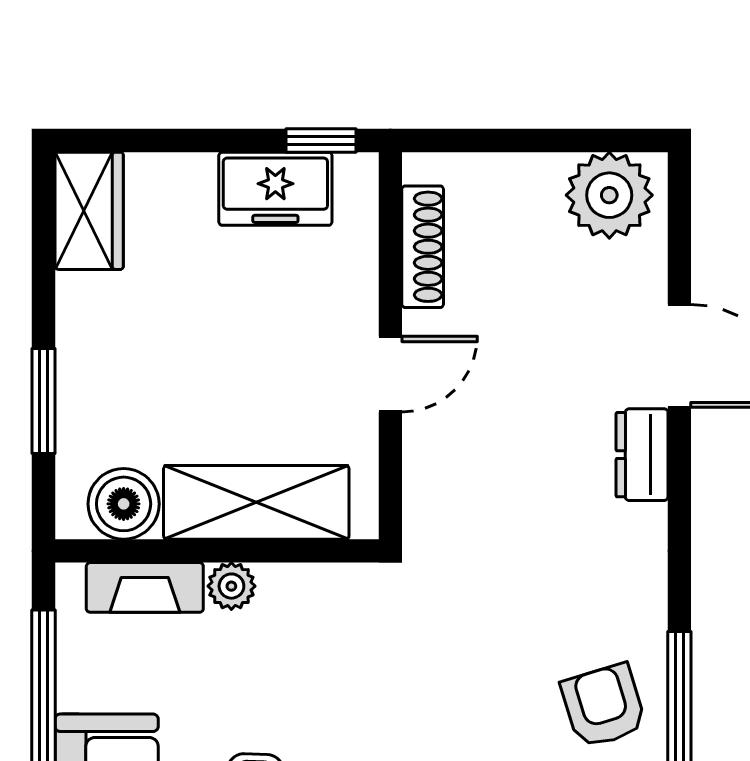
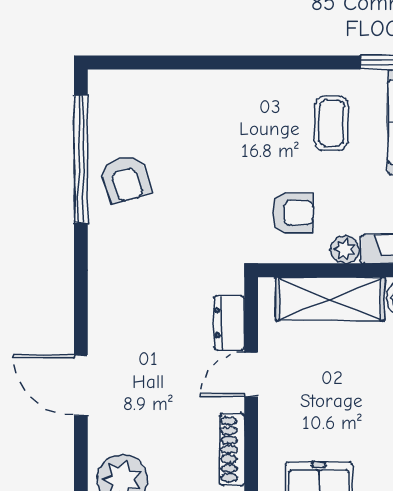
dresser: (642, 455) -> (229, 323), moved, turned 180
armchair: (320, 649) -> (293, 213), added

